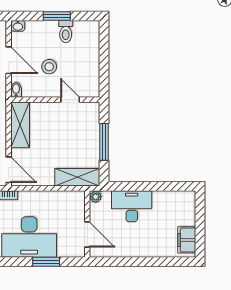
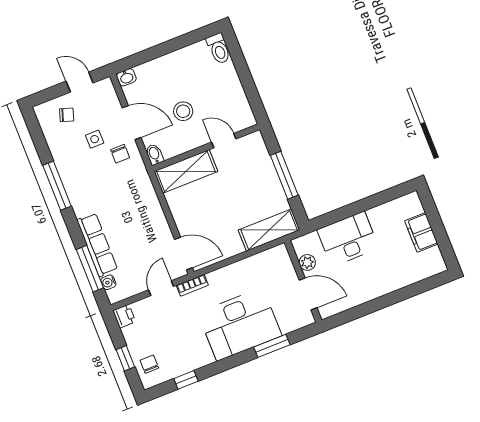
window: (57, 16) -> (168, 47), removed
toilet: (66, 32) -> (219, 49), moved
shelving: (20, 125) -> (186, 171), moved, turned 90
plant: (96, 197) -> (307, 262), moved
filing cabinet: (187, 240) -> (421, 232), moved

